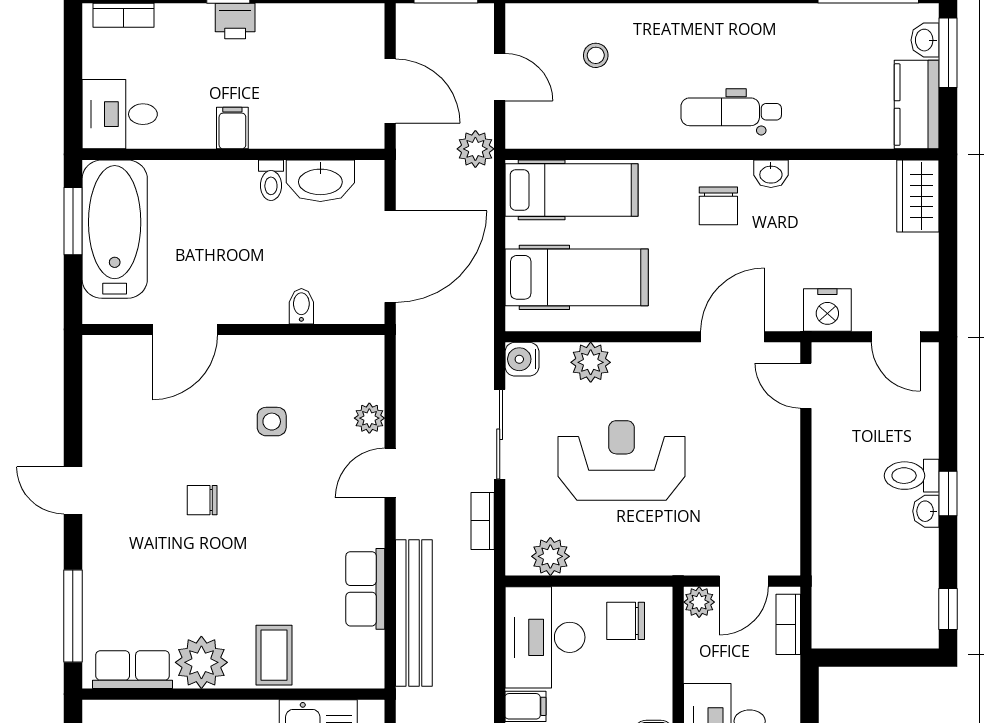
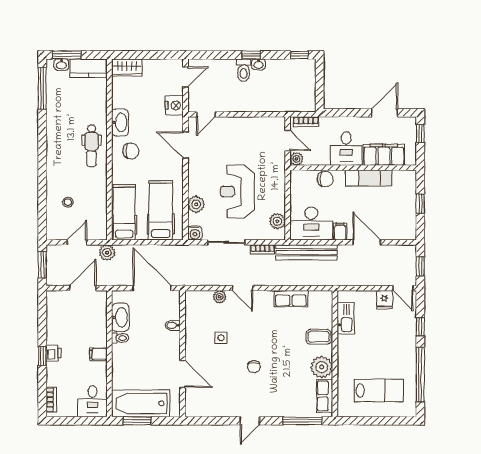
washbasin: (771, 174) -> (120, 122), width x1.91, depth x1.45
bench: (414, 613) -> (306, 252), moved
chair: (626, 621) -> (325, 179), moved, turned -90

